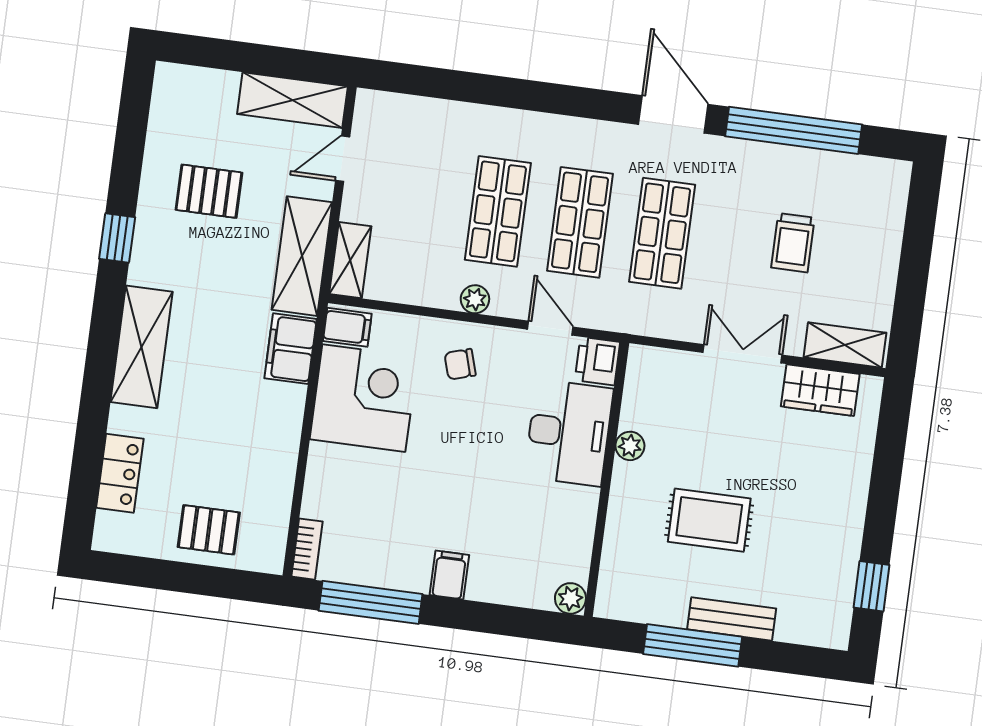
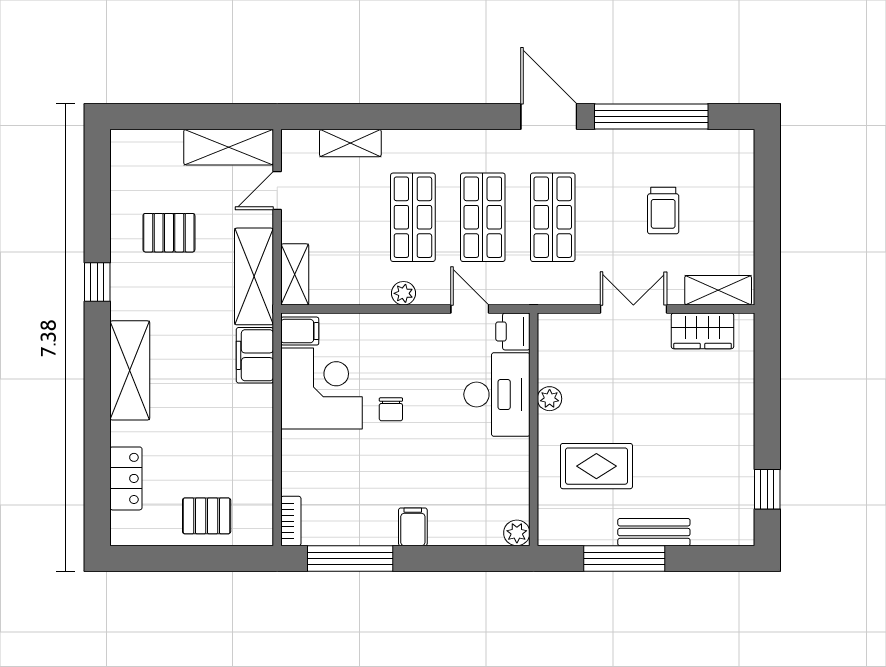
shelving: (436, 114) -> (350, 143), added
chair: (460, 364) -> (391, 409), moved, turned -73
rug: (709, 520) -> (596, 466), moved

